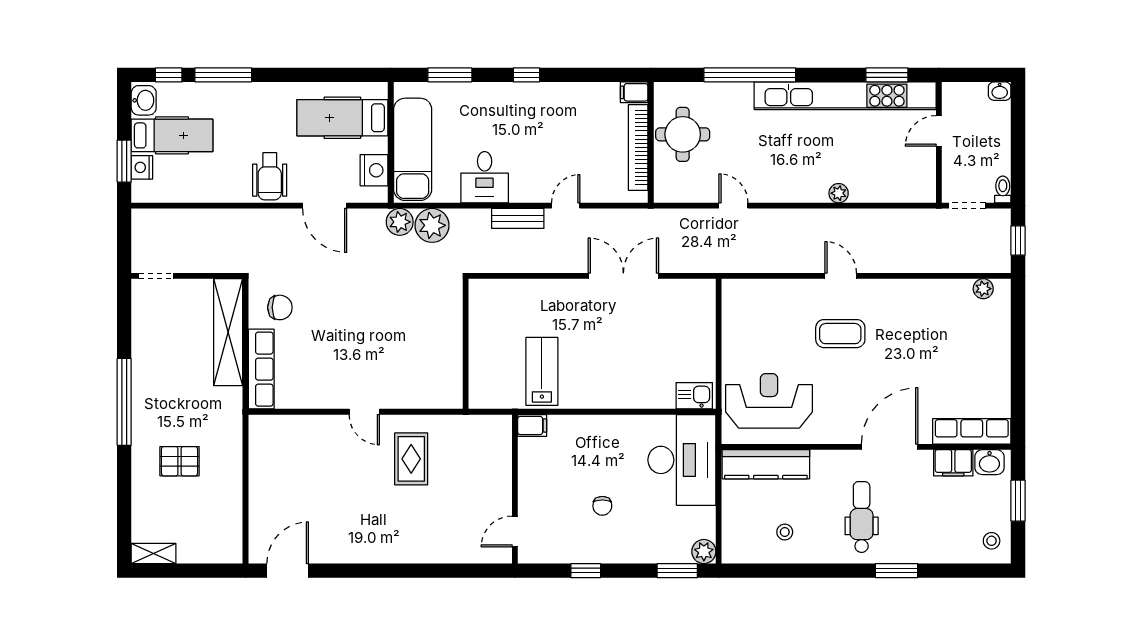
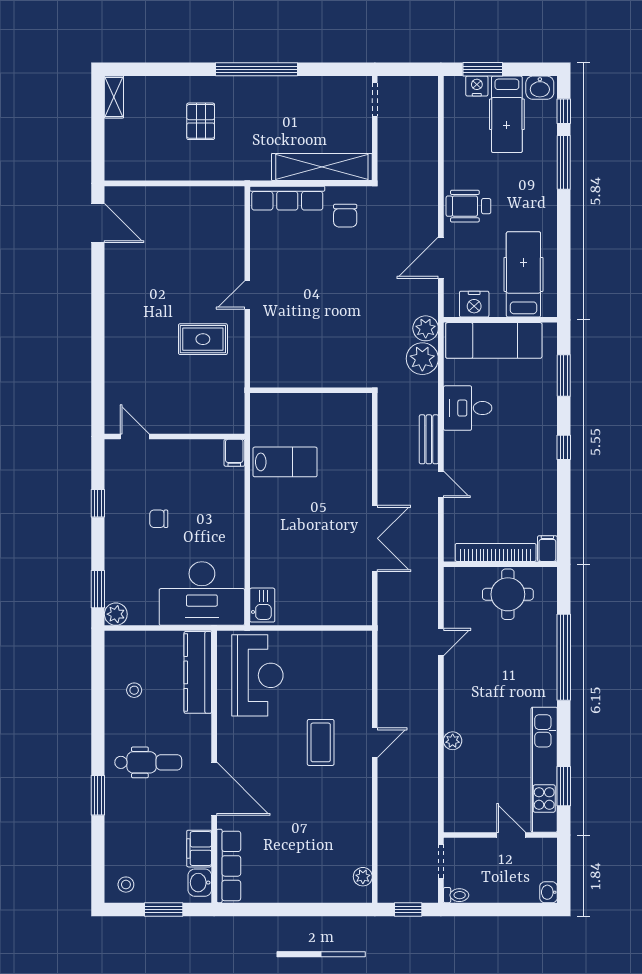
kitchen unit: (845, 96) -> (544, 770), width x0.73

